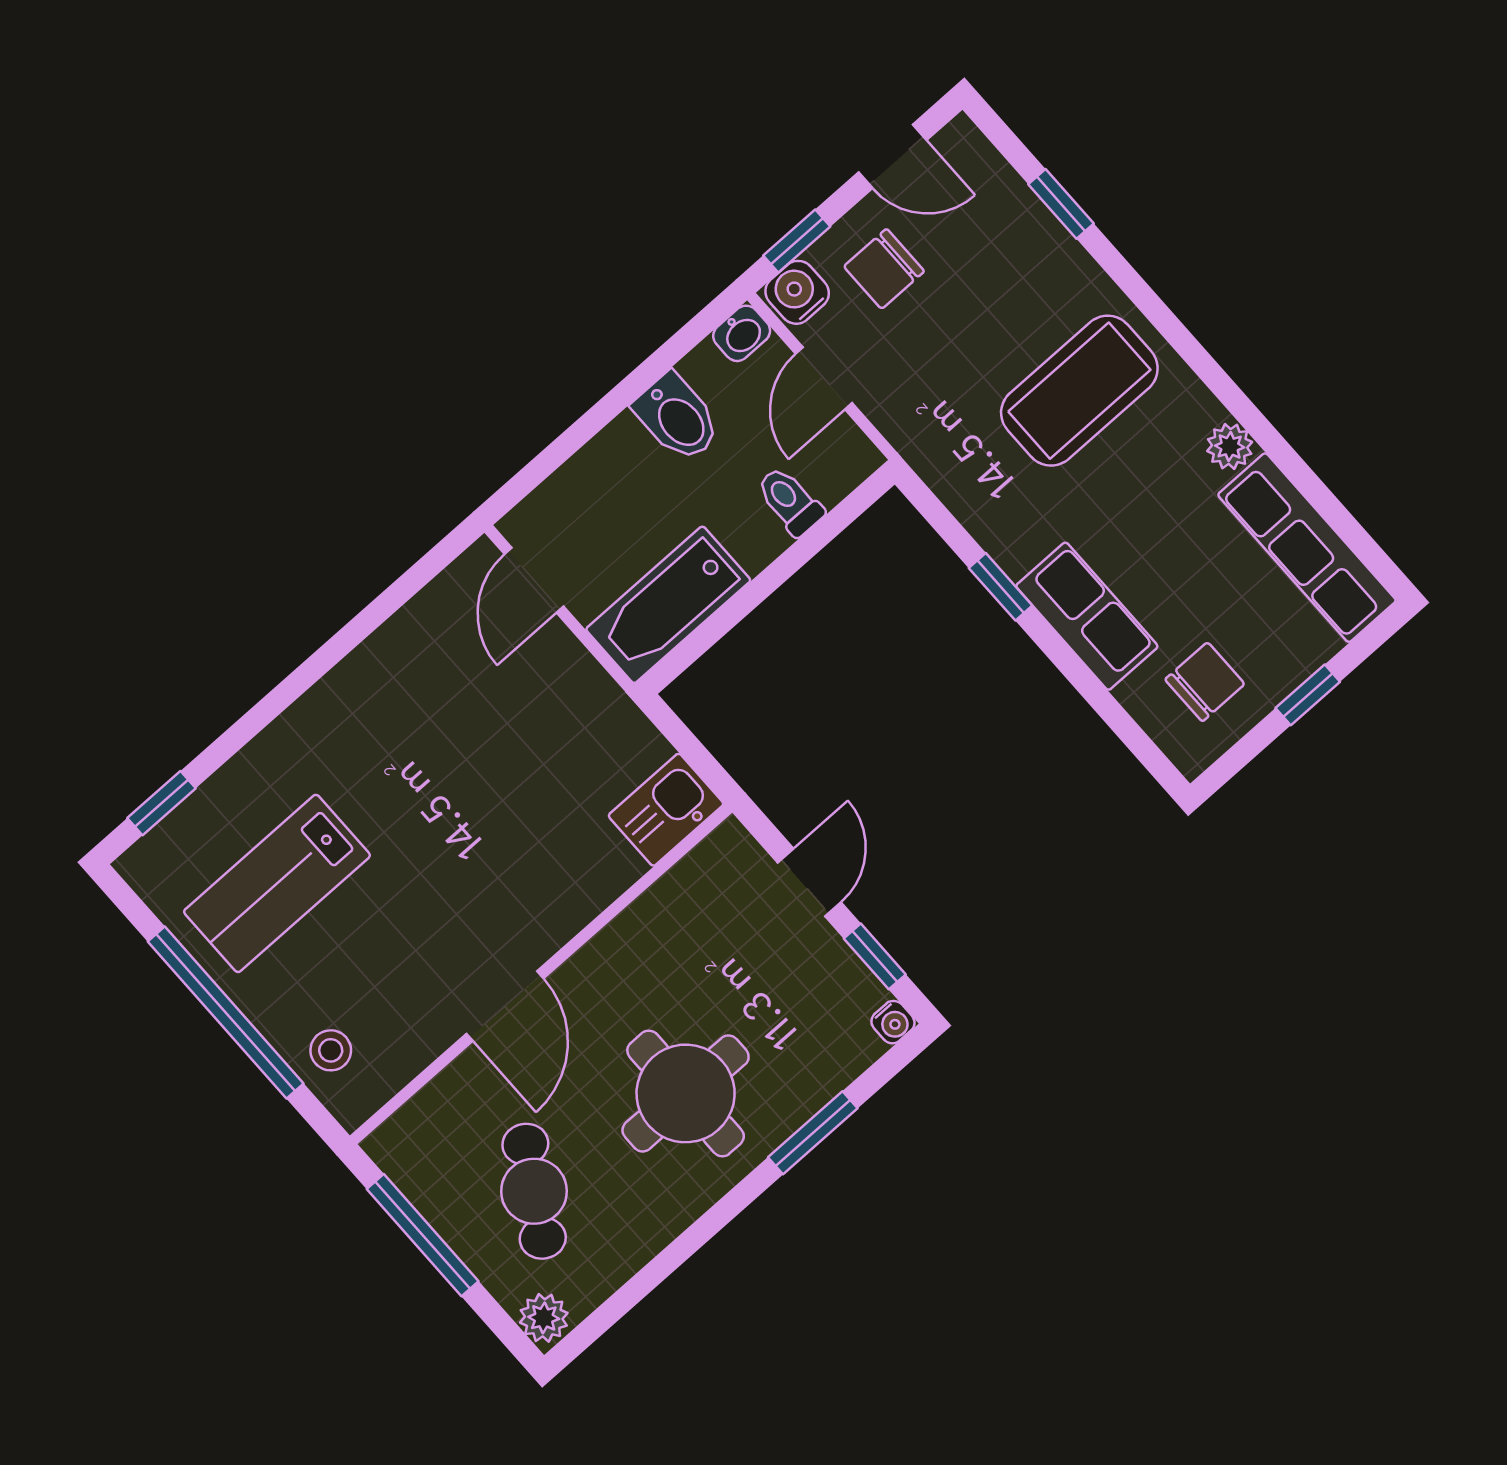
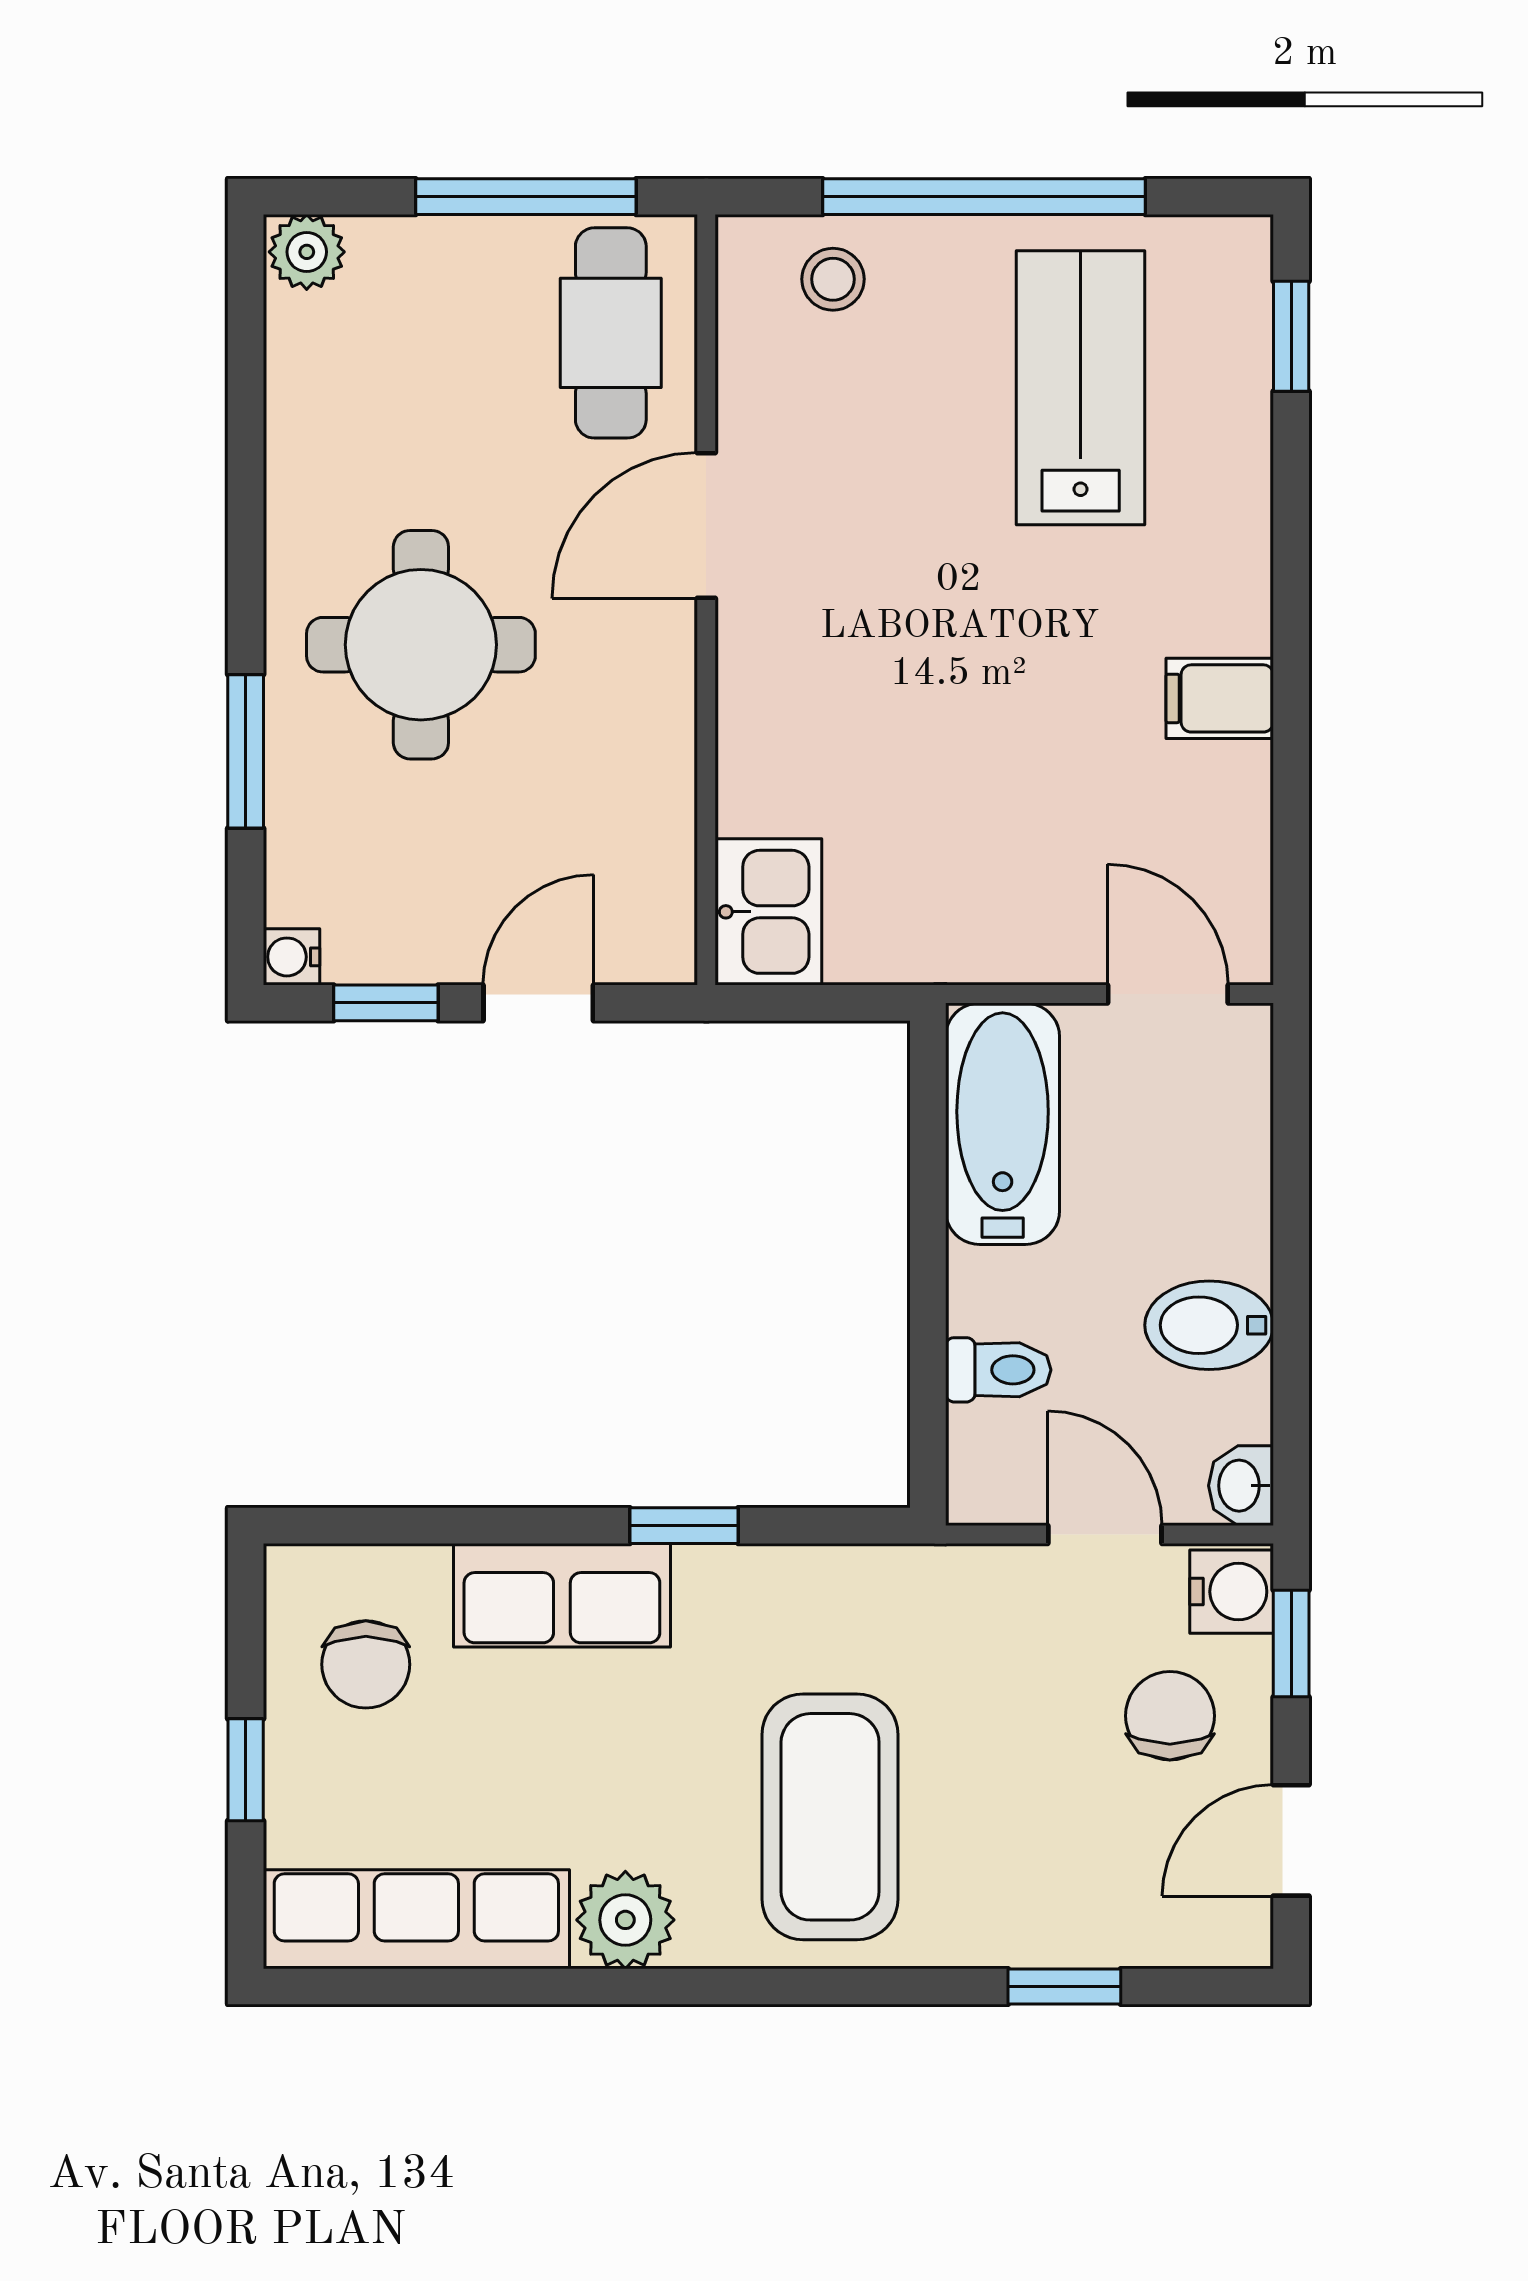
plant: (1230, 447) -> (625, 1920), width x1.38, depth x1.38
filing cabinet: (368, 682) -> (1220, 698), added
door: (809, 882) -> (538, 1003), swing flipped
door: (505, 1006) -> (706, 525), hinge flipped
cafe table: (534, 1191) -> (611, 333), moved, turned 59

